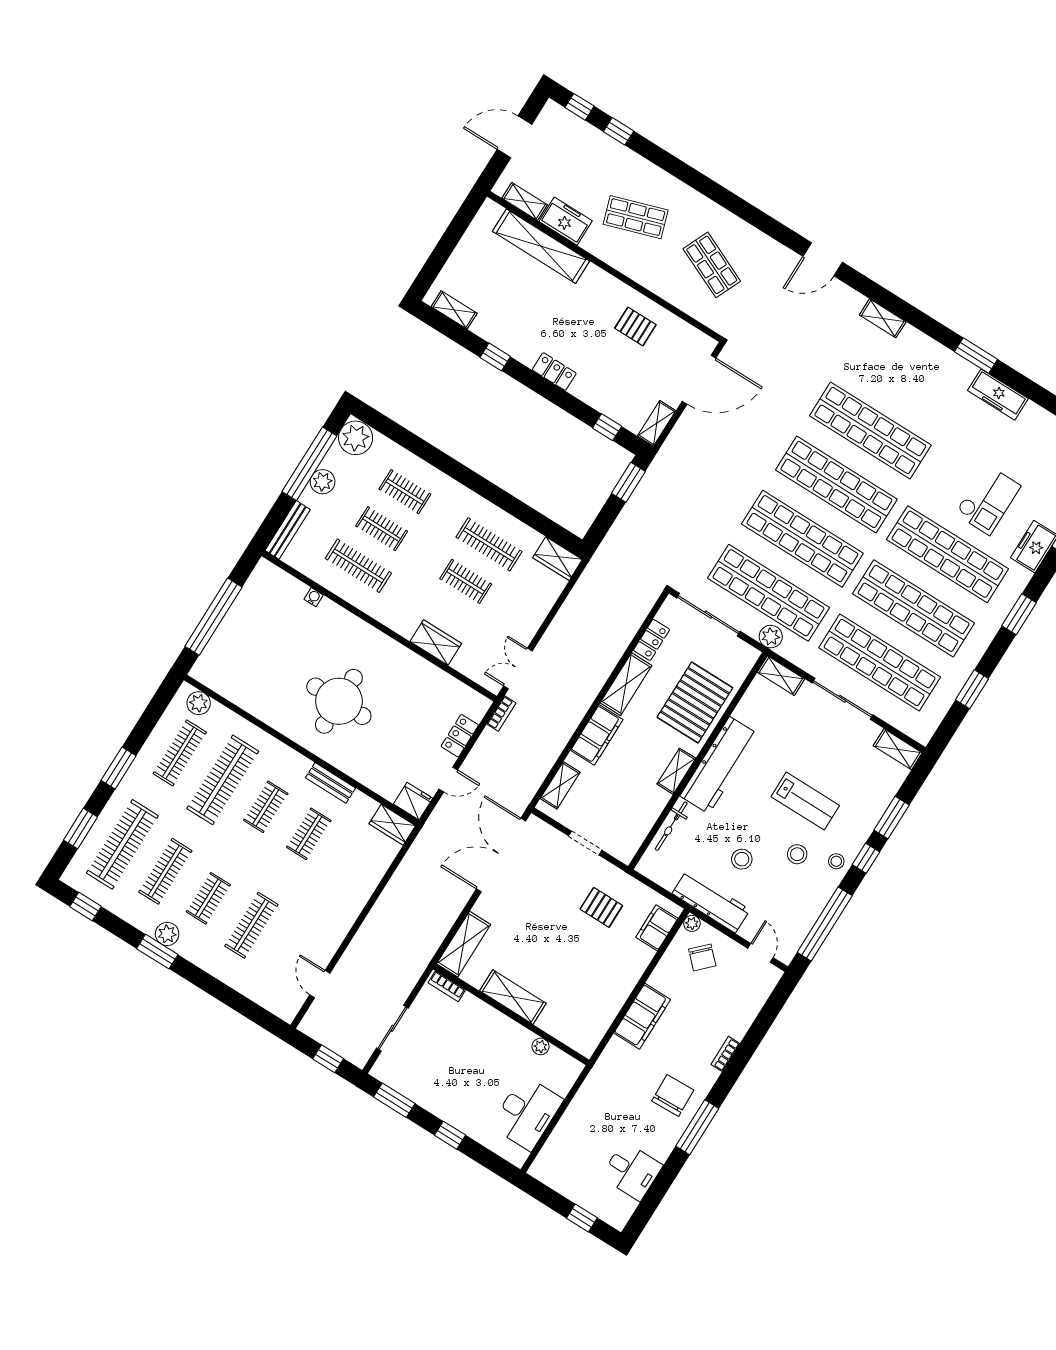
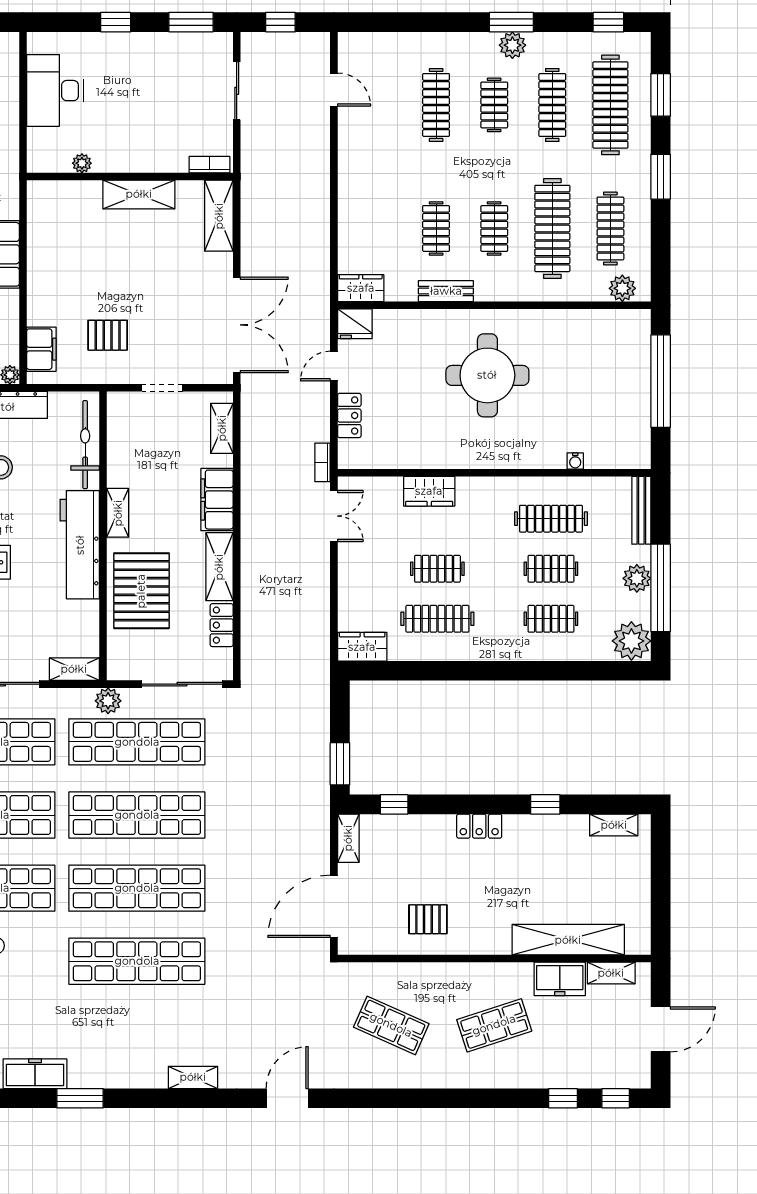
bicycle: (671, 826) -> (85, 445), width x1.37, depth x1.40

